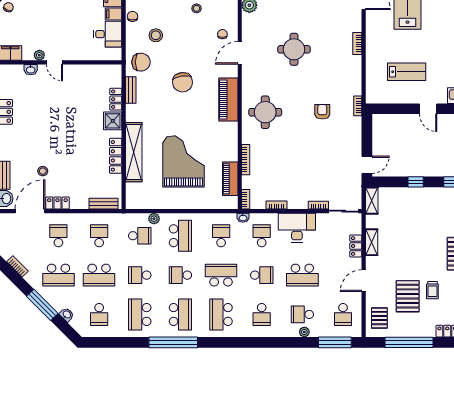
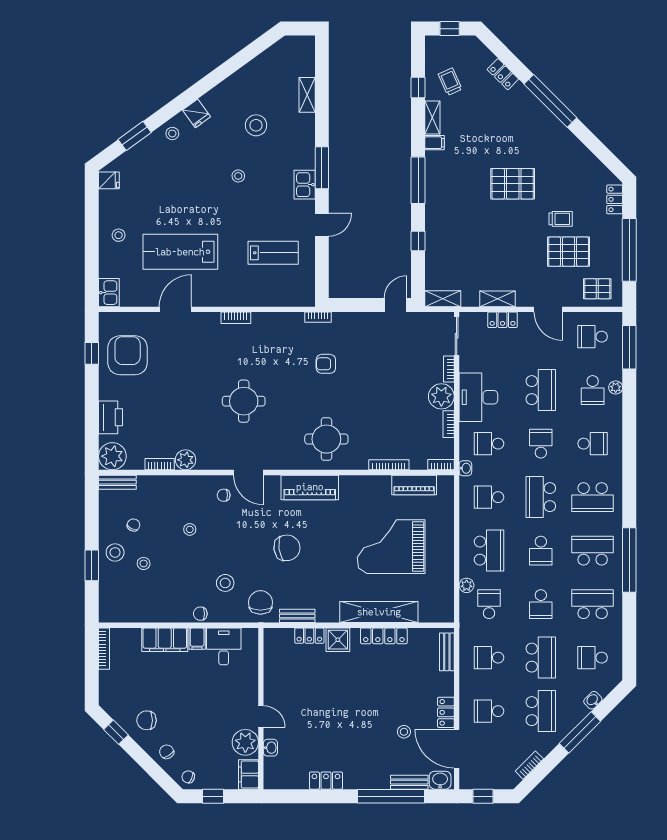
plant: (39, 55) -> (245, 742), width x1.87, depth x1.87
door: (54, 62) -> (261, 716), hinge flipped
lab bench: (407, 72) -> (273, 253), turned 90
door: (367, 165) -> (396, 305), hinge flipped
plant: (298, 200) -> (441, 396), added
school desk: (180, 236) -> (489, 551), turned 90
school desk: (99, 314) -> (593, 658), turned 180
school desk: (140, 314) -> (593, 604), turned 180
school desk: (343, 314) -> (593, 337), turned 180

